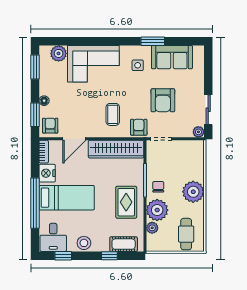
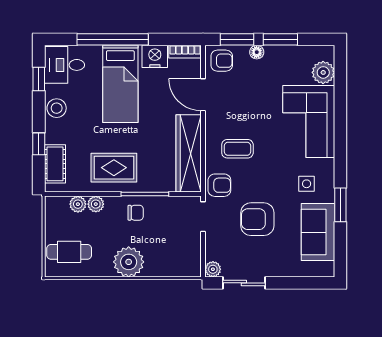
window: (35, 67) -> (280, 39), moved
plant: (157, 210) -> (96, 204), width x0.53, depth x0.53

